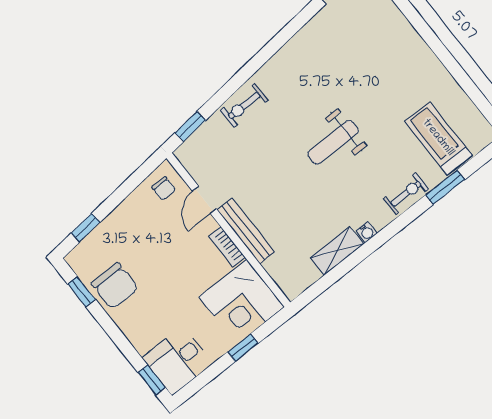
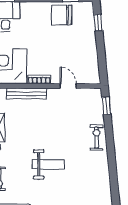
weight bench: (333, 142) -> (48, 164), turned 90
chair: (164, 189) -> (88, 72), removed
bench: (246, 231) -> (26, 94), moved

